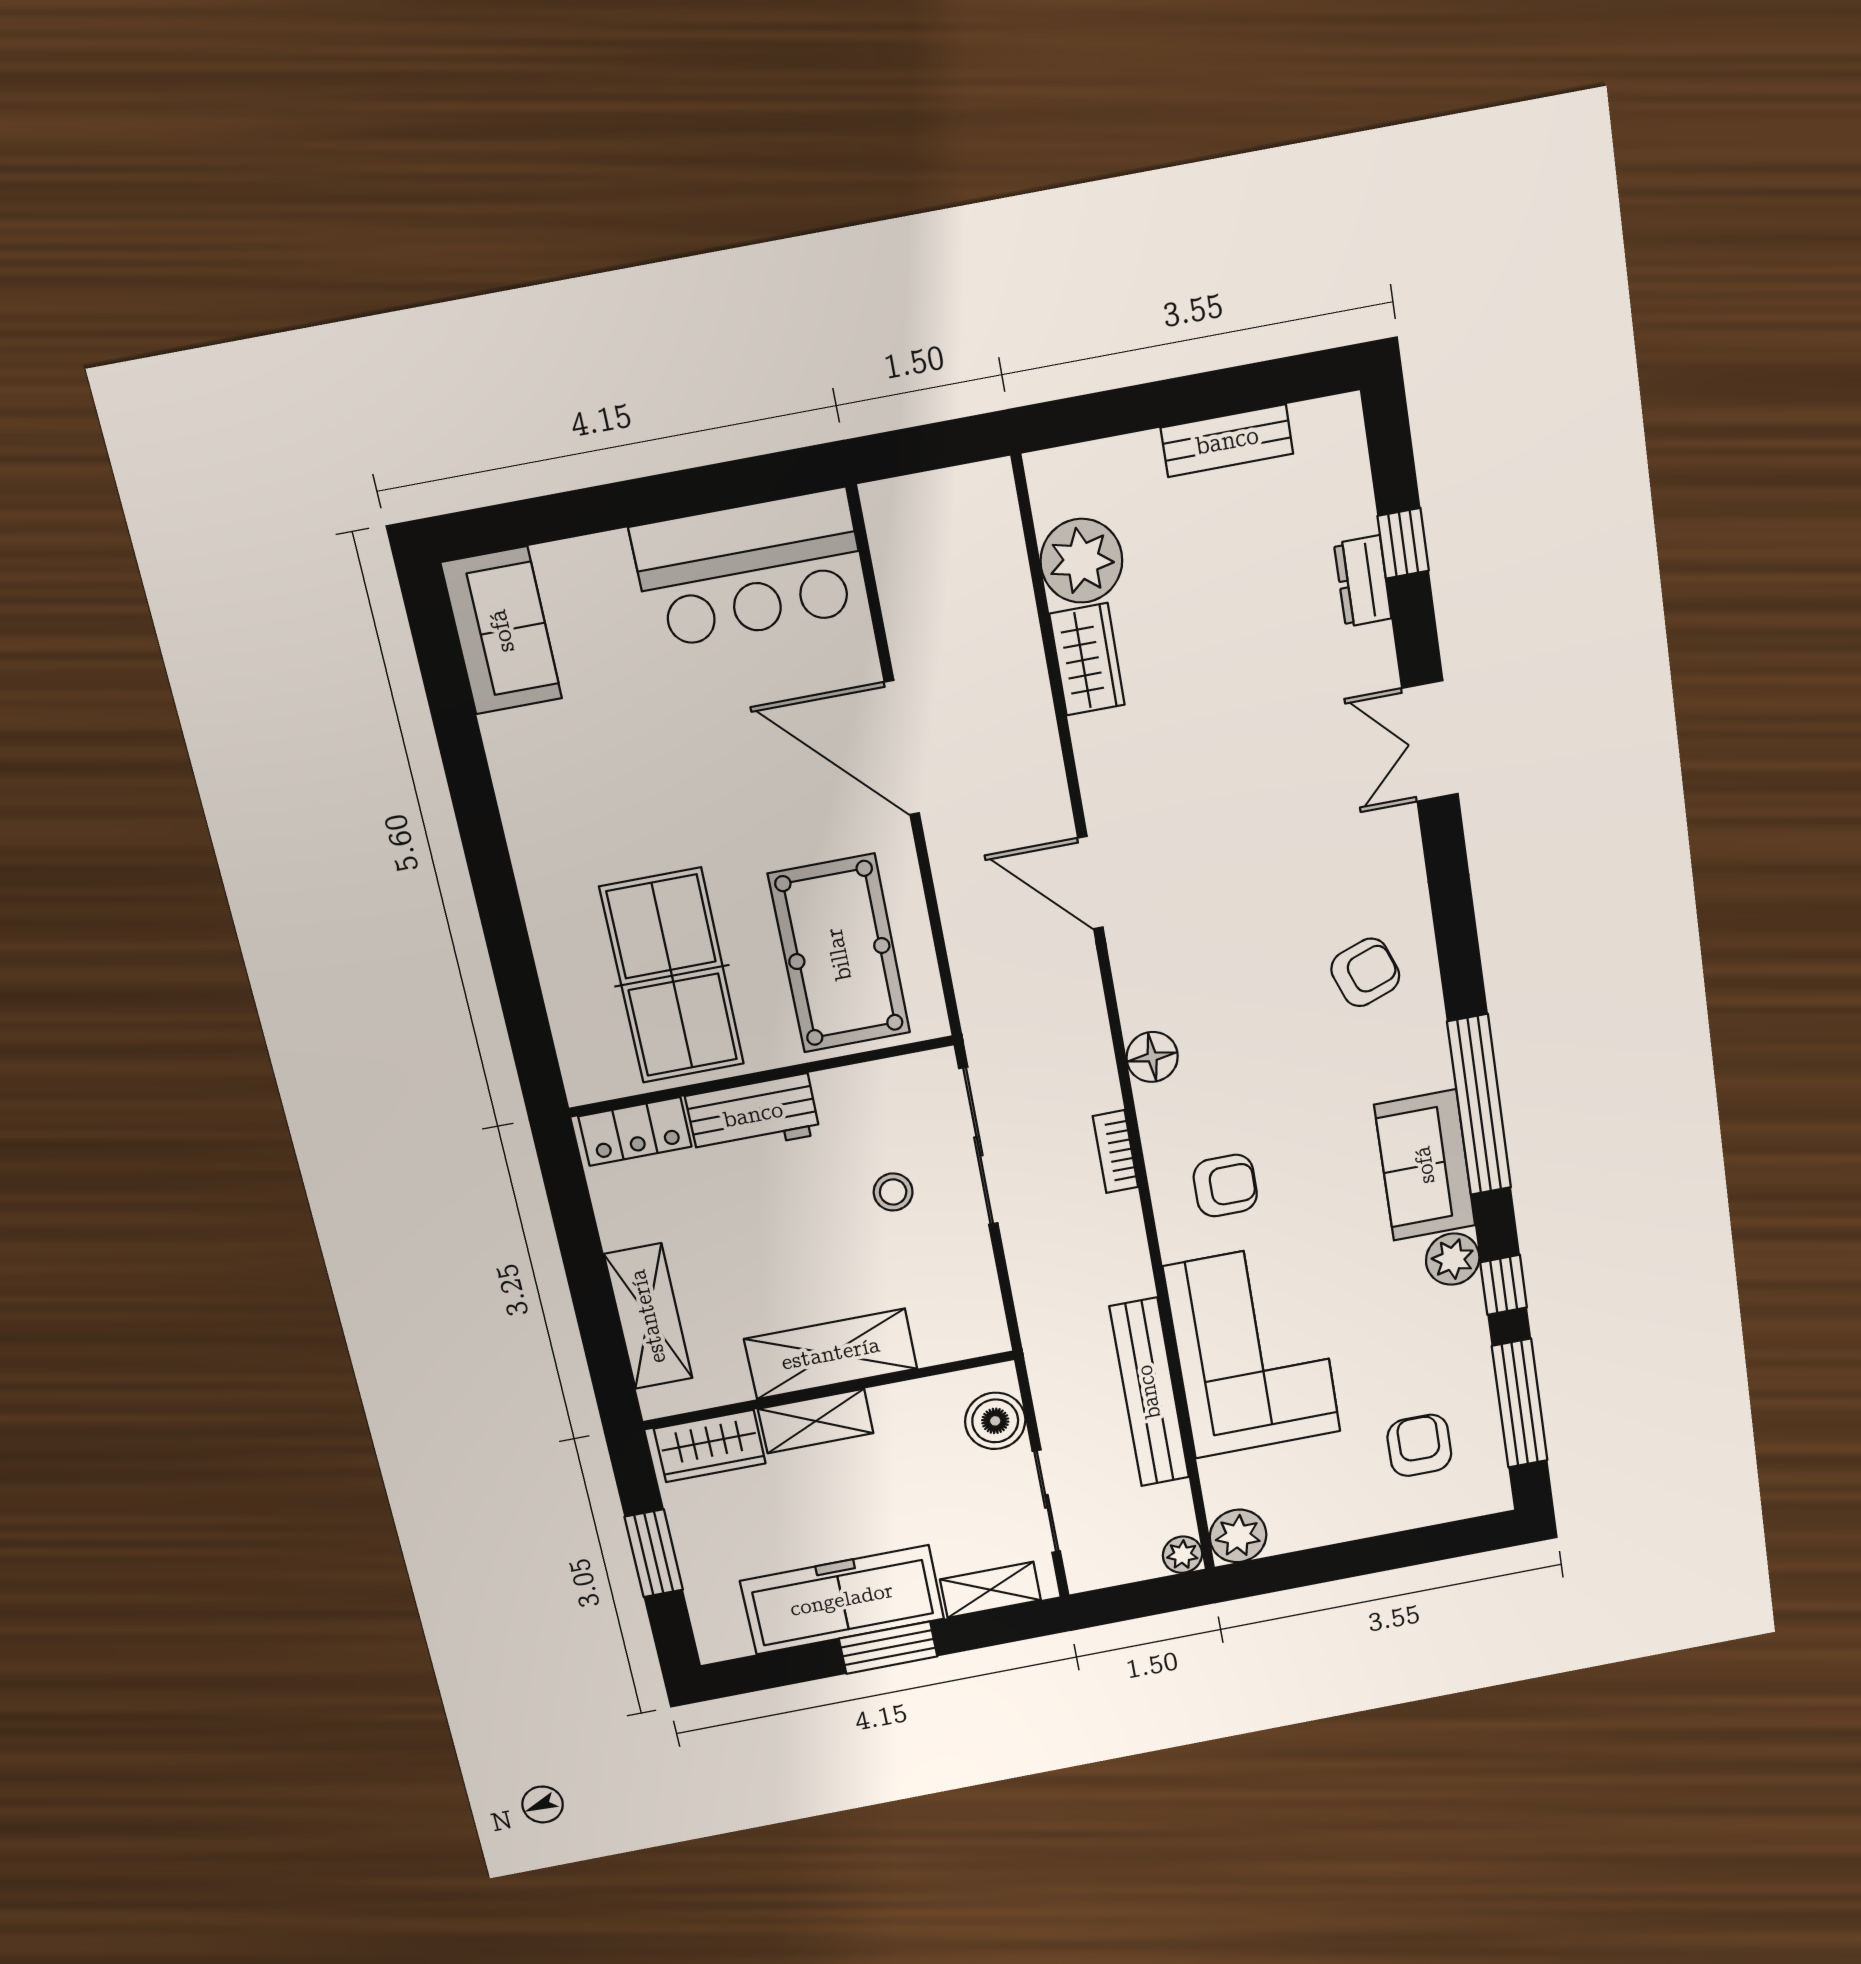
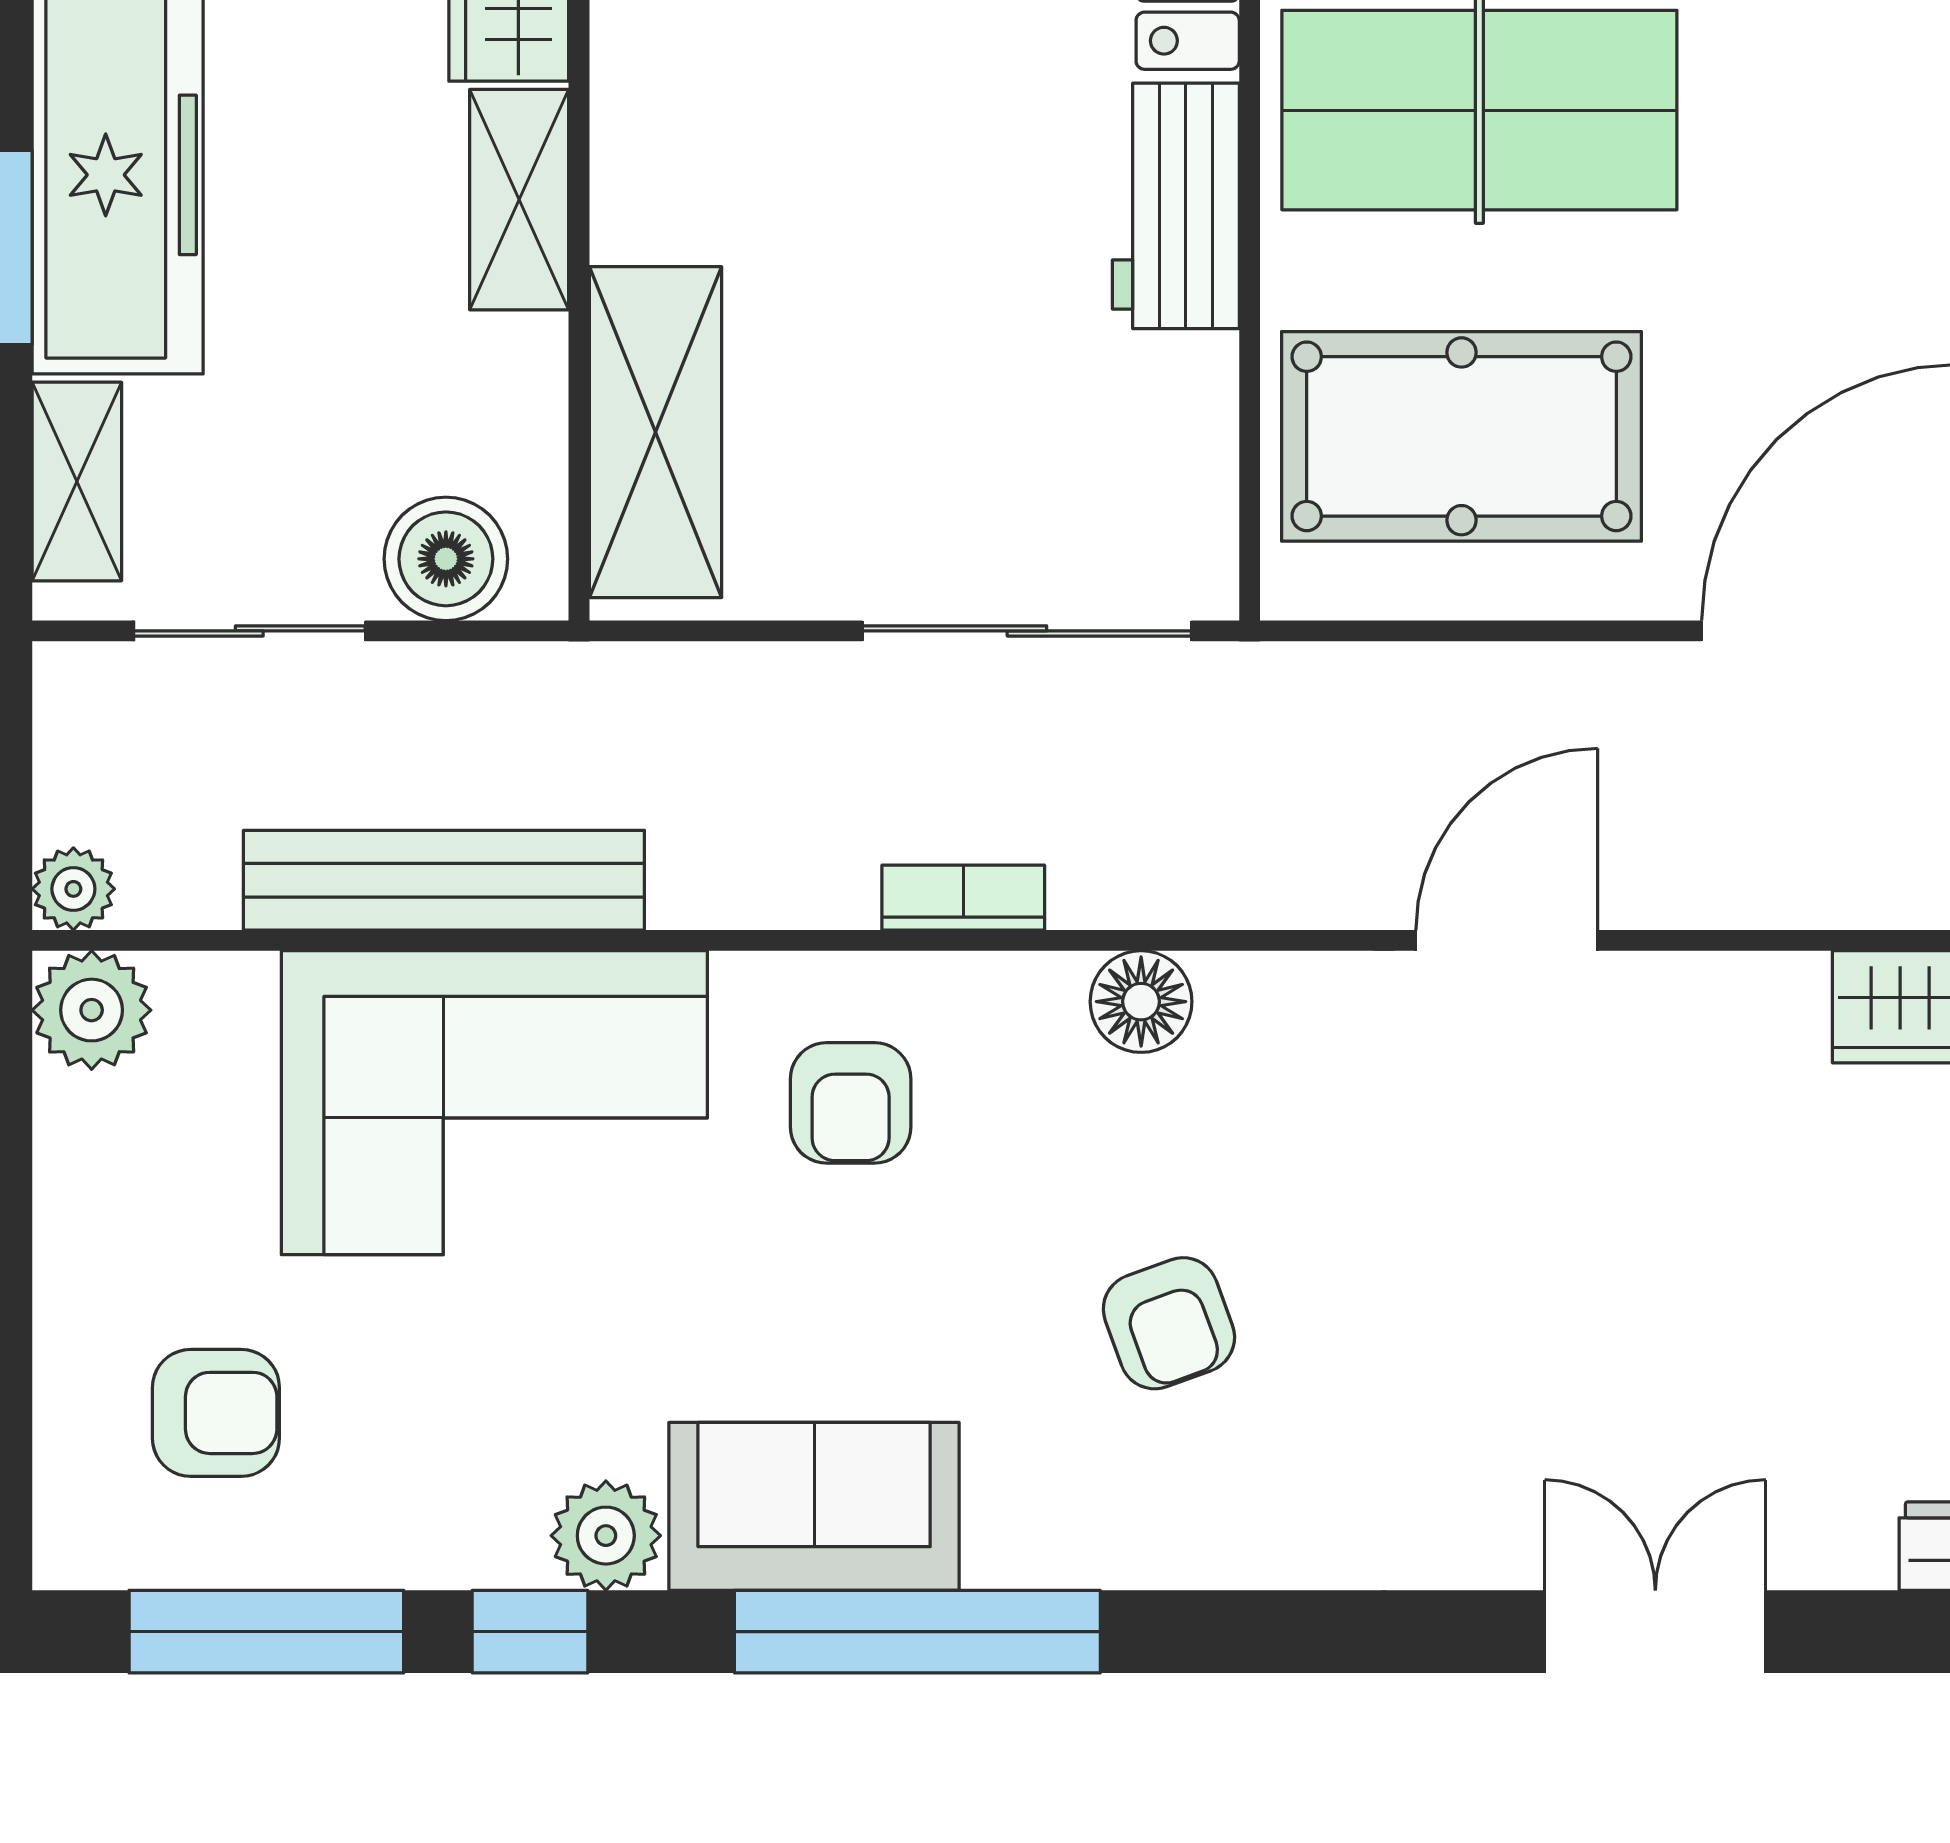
armchair: (1365, 972) -> (1169, 1323), moved
stool: (893, 1192) -> (967, 447), removed
shelving: (831, 1354) -> (655, 432), moved

